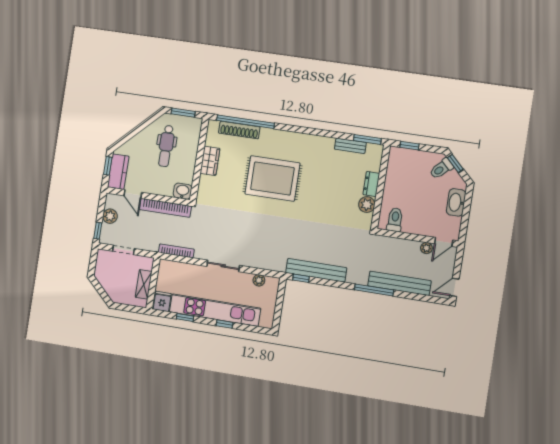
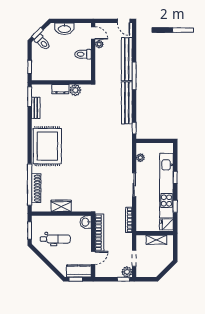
rug: (272, 179) -> (47, 146), moved
plant: (110, 216) -> (127, 272), moved
toilet: (395, 220) -> (83, 54), moved
bench: (316, 270) -> (127, 103), moved

